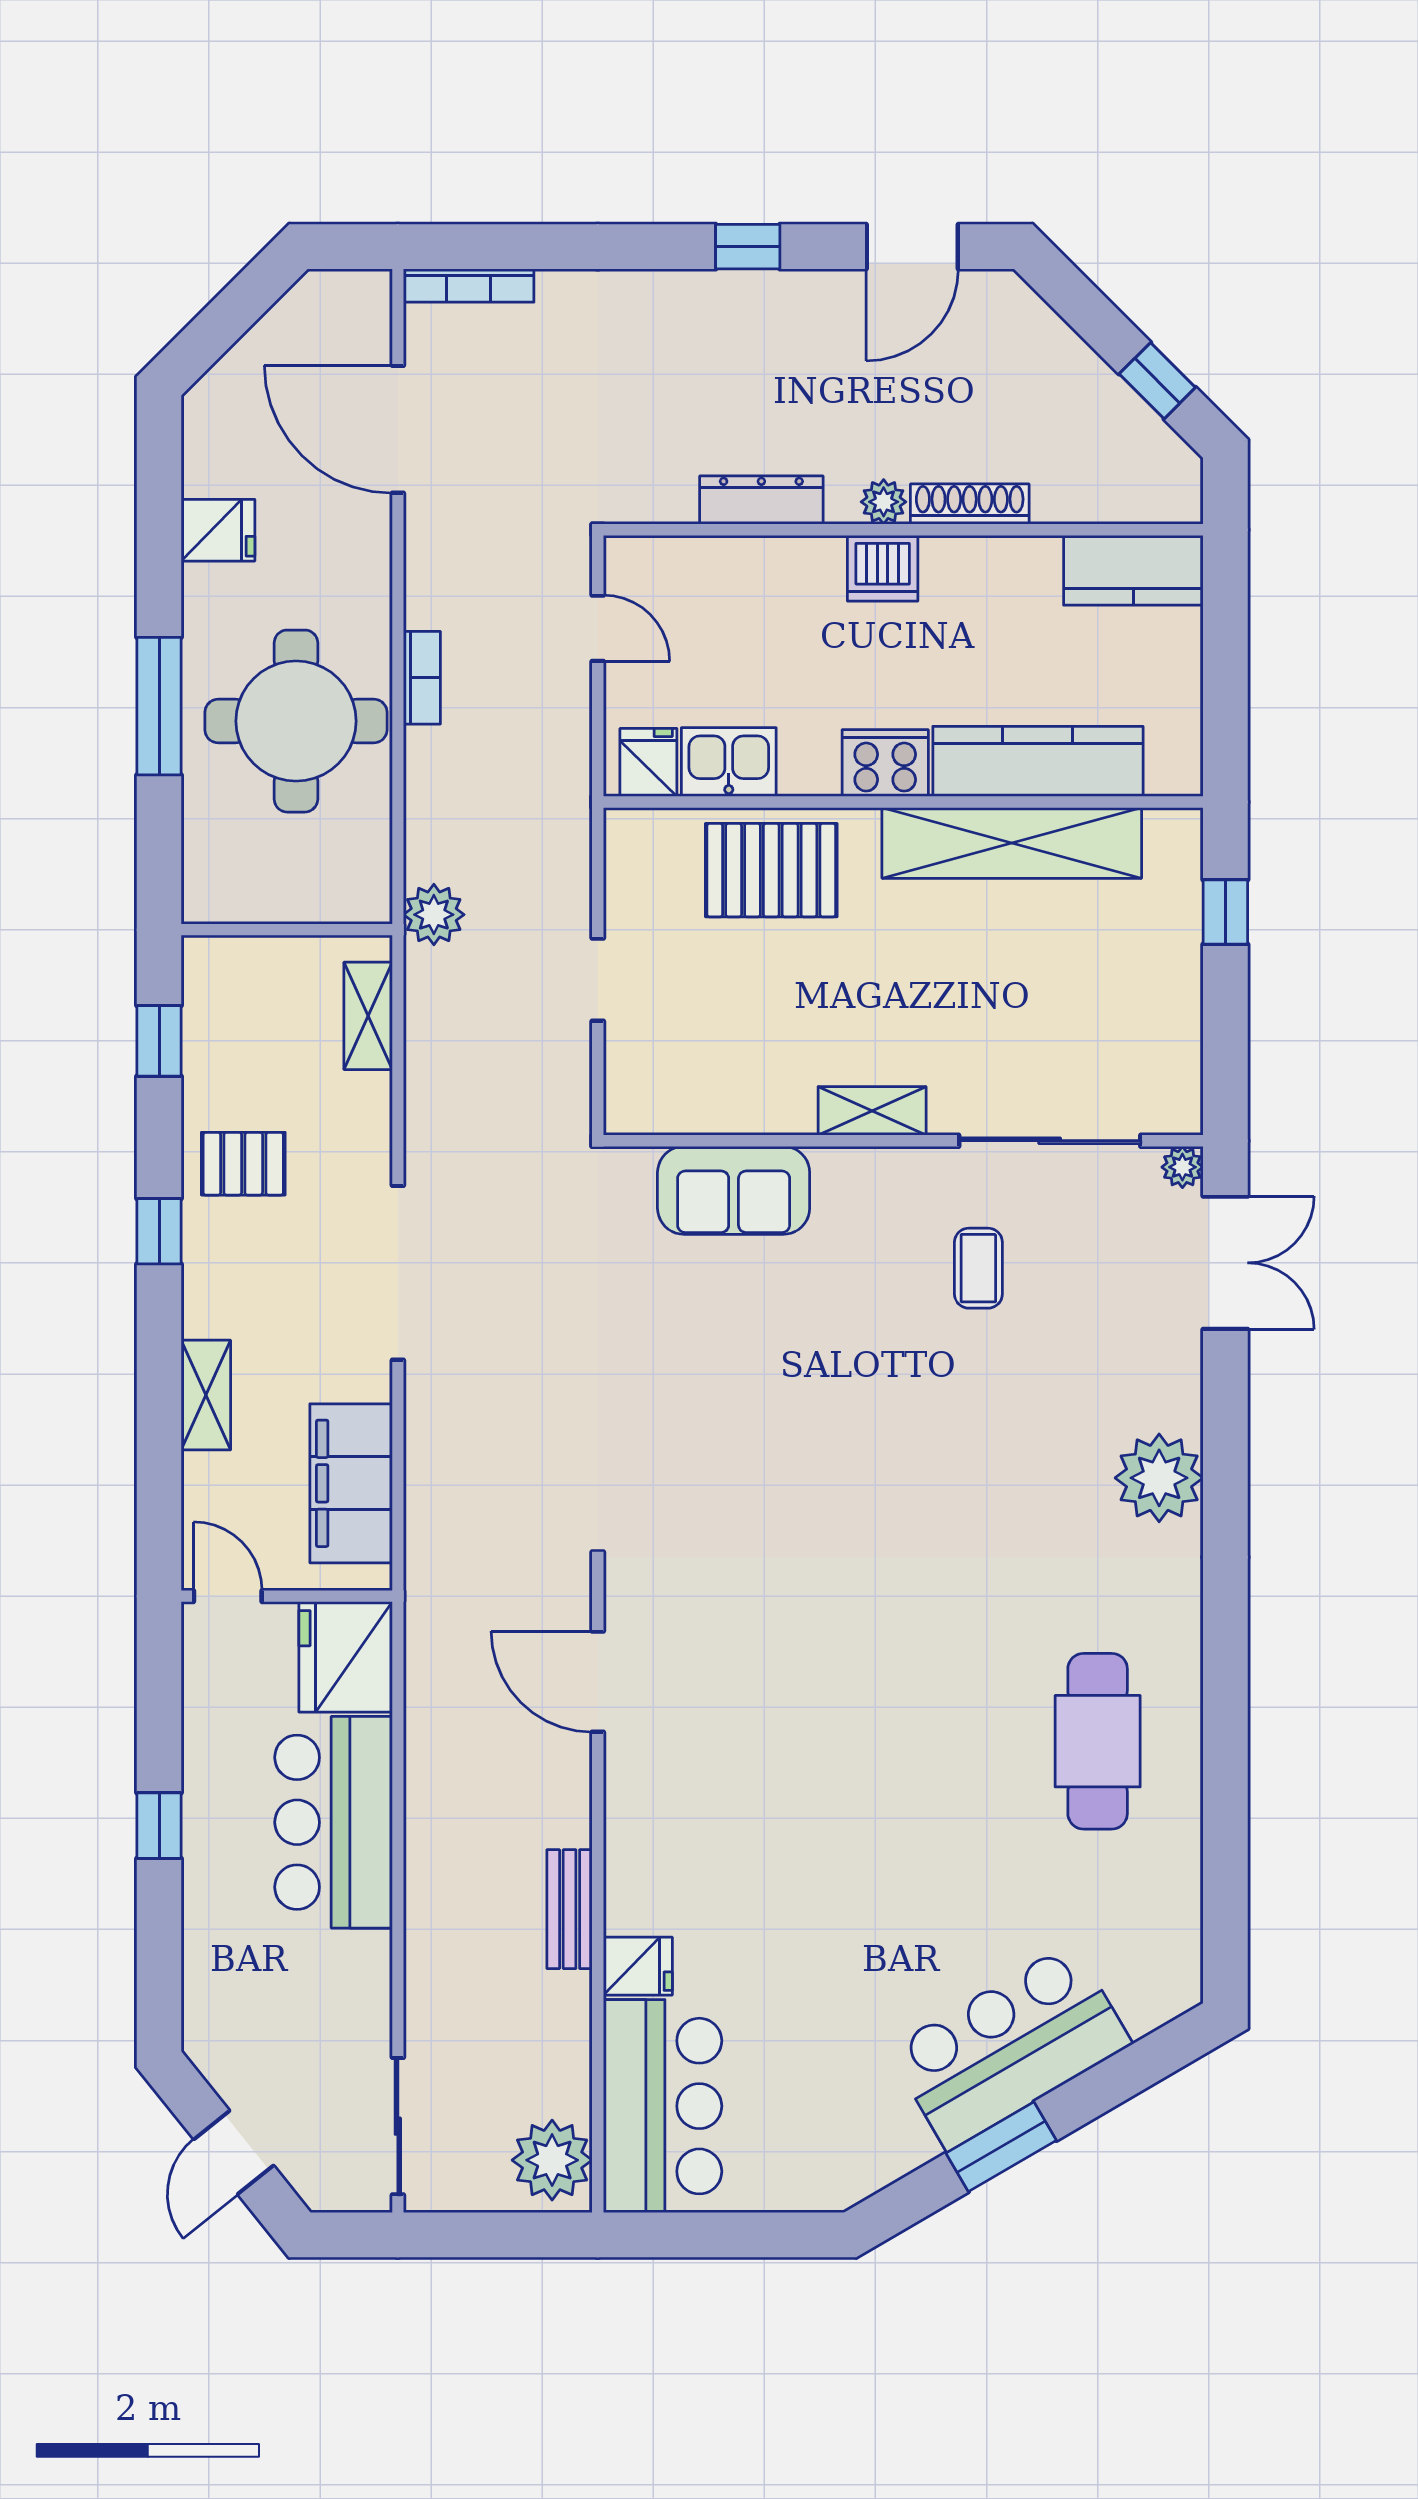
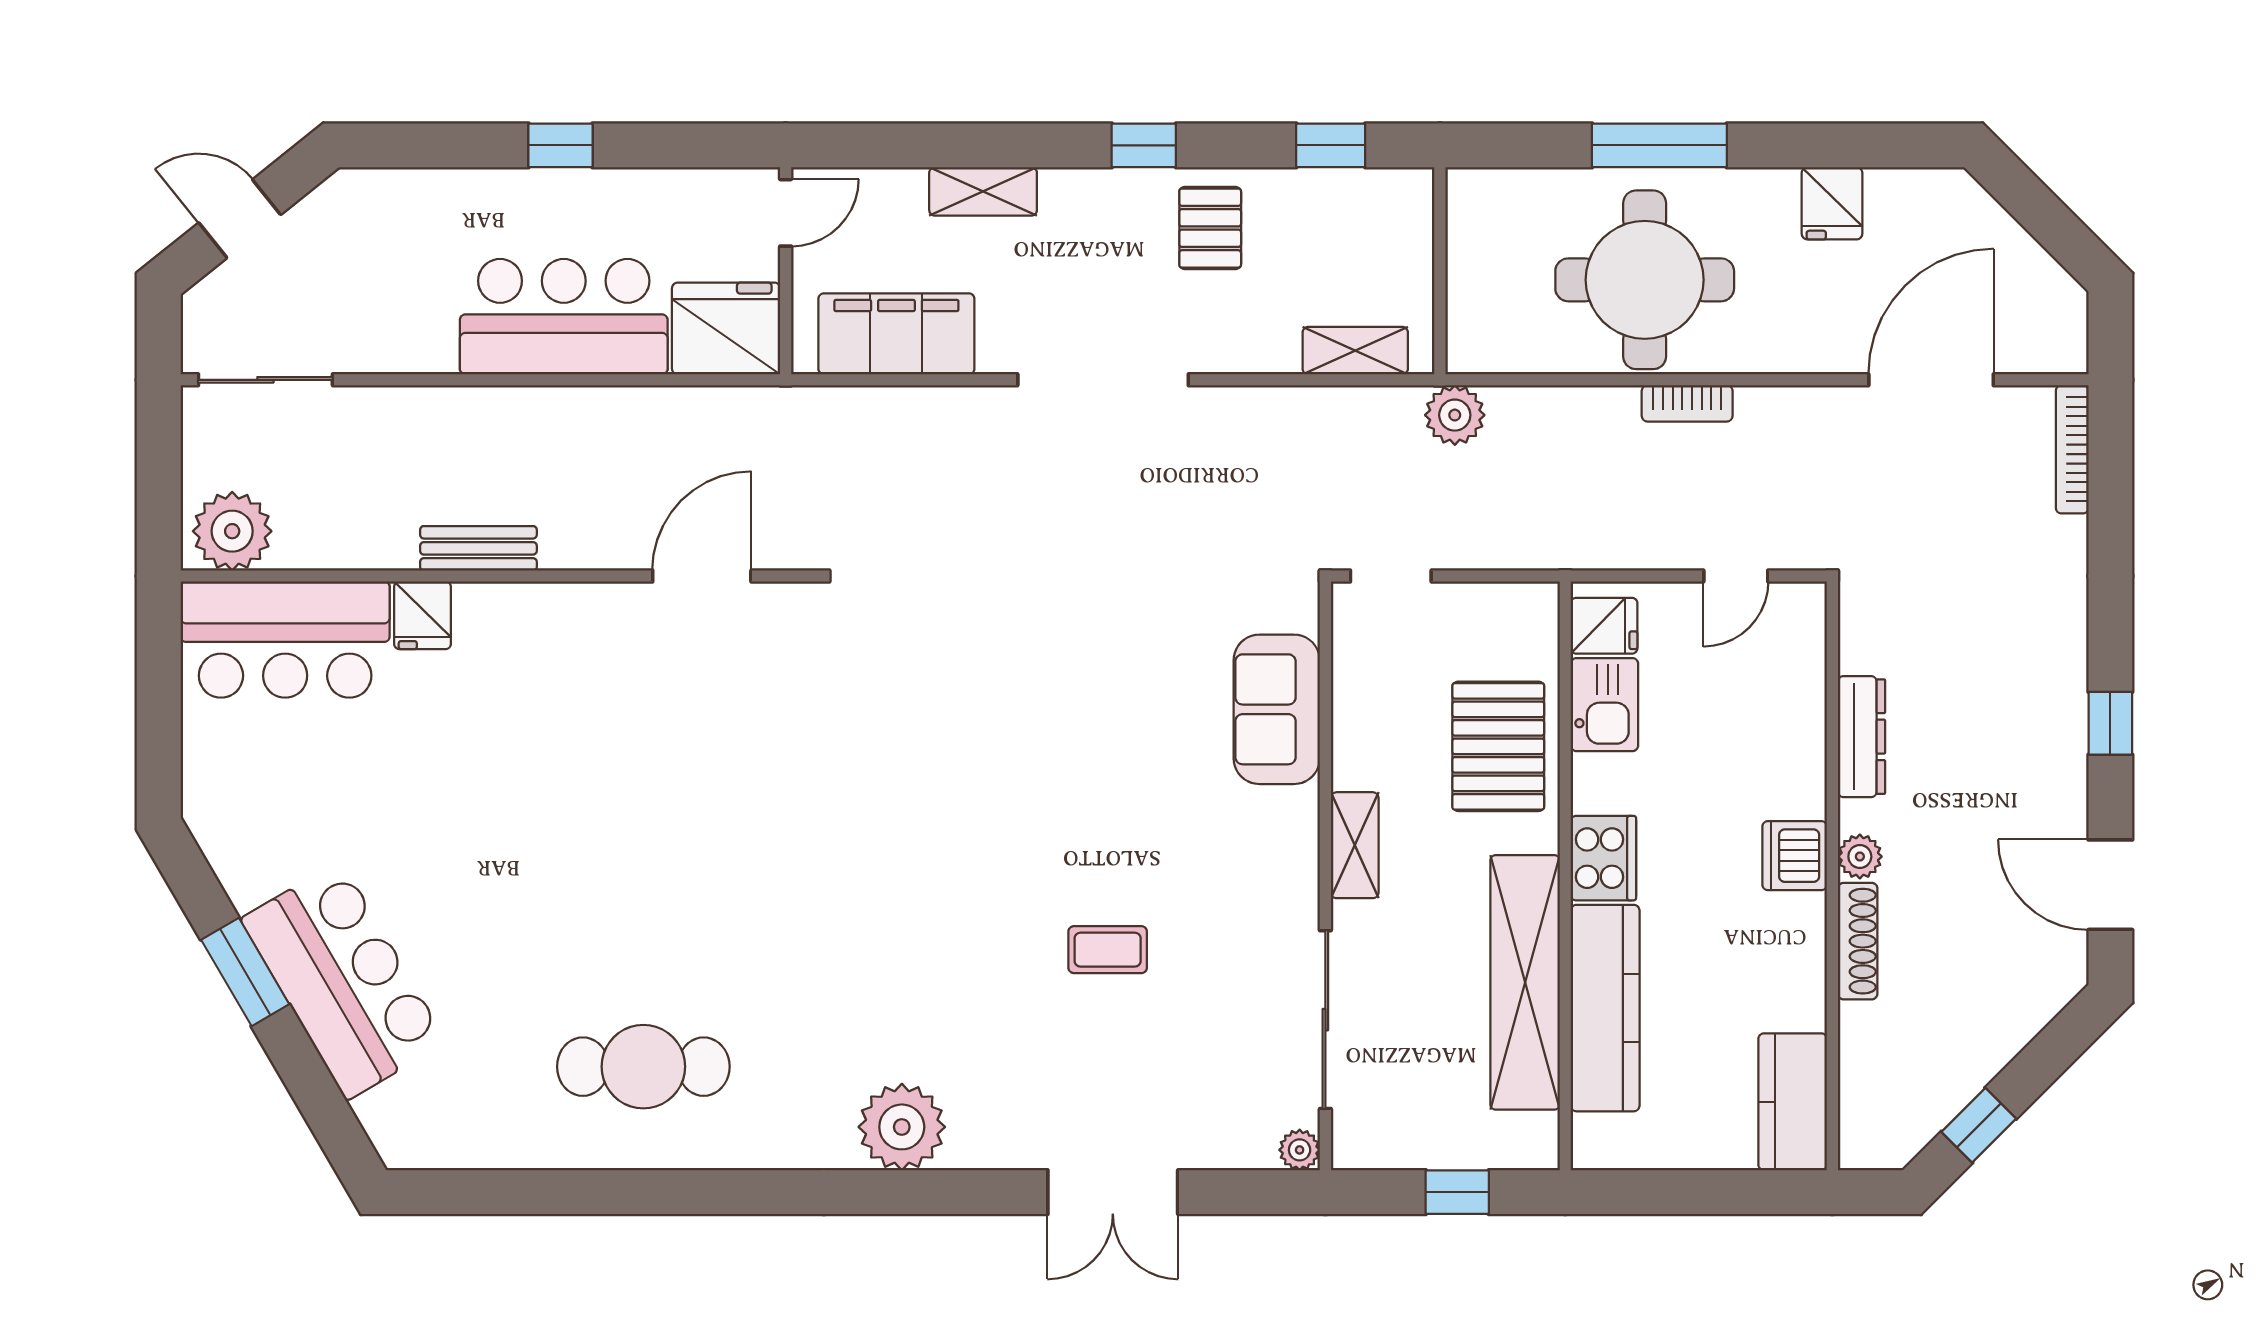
shelving: (872, 1111) -> (1355, 845), moved
wall: (903, 1141) -> (1325, 876), moved
sliding door: (1050, 1141) -> (1325, 1020), moved
plant: (1182, 1167) -> (1300, 1150), moved
sofa: (734, 1190) -> (1277, 709), moved

